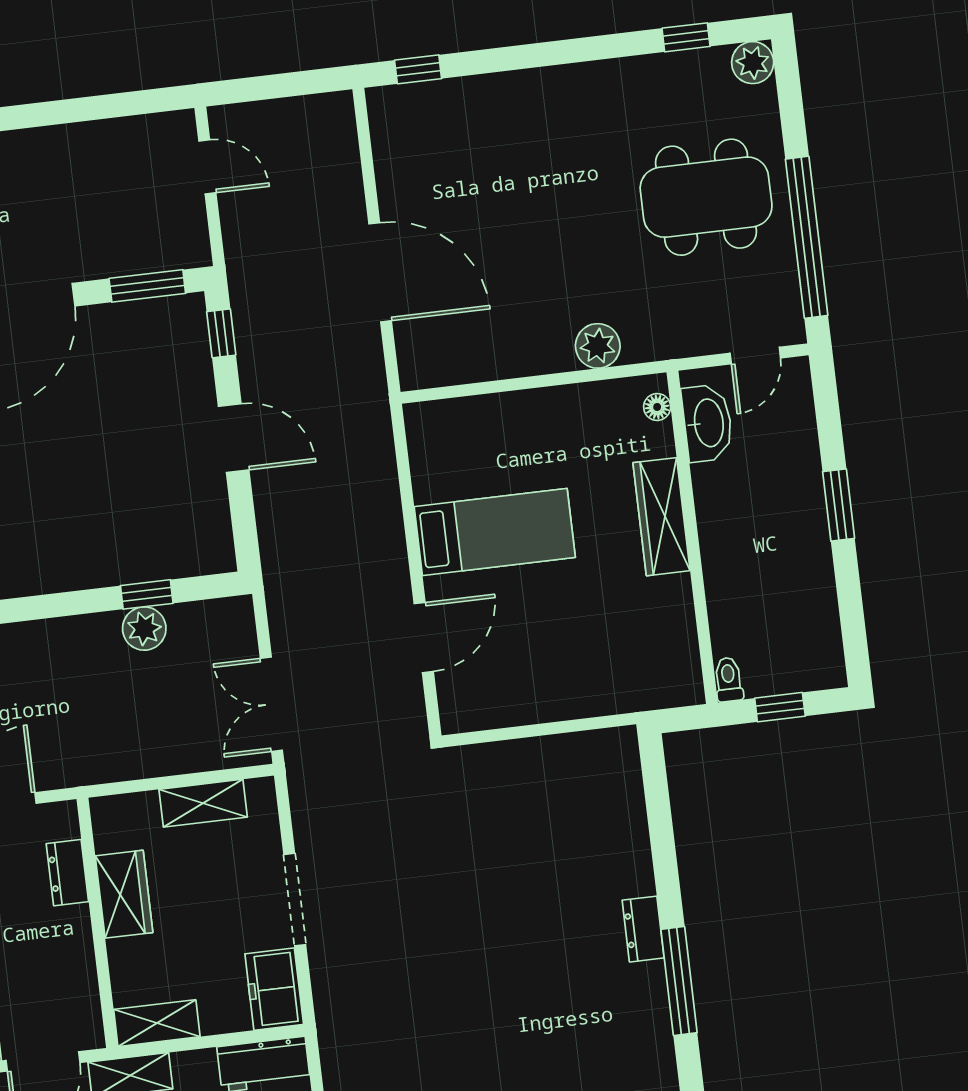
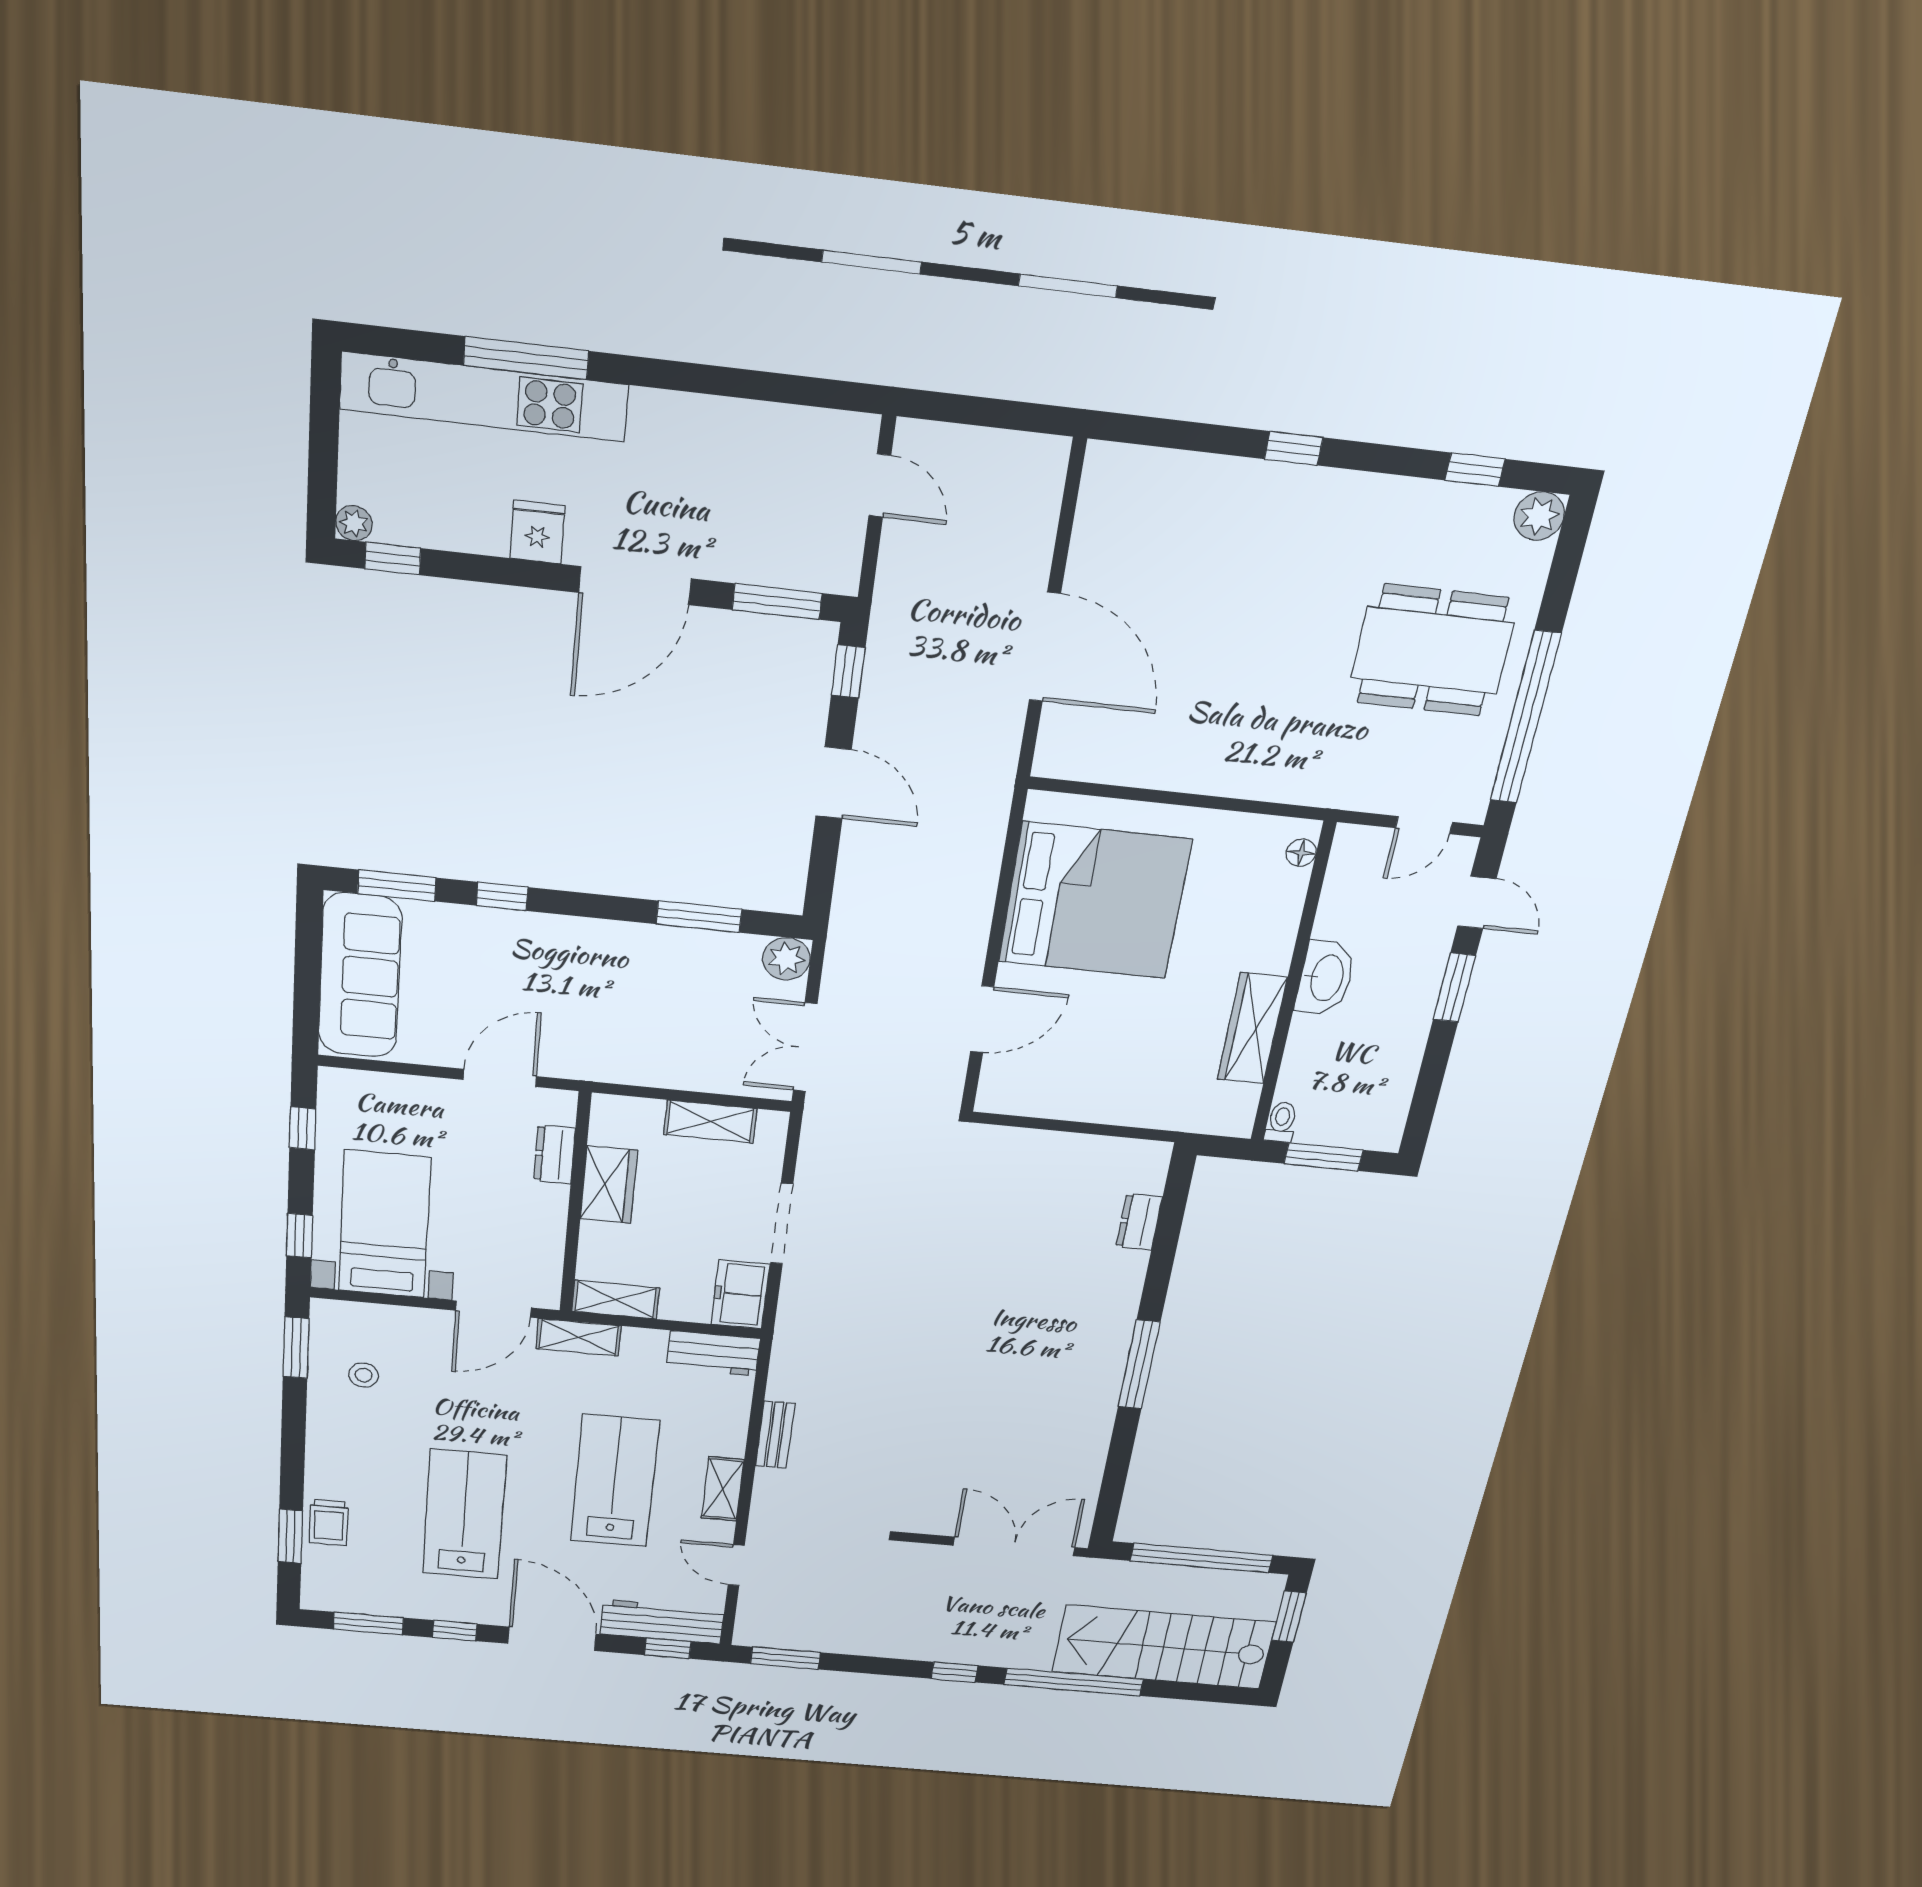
window: (418, 69) -> (1294, 448), moved
plant: (598, 346) -> (1259, 778), removed
door: (828, 417) -> (1477, 902), added
washbasin: (708, 423) -> (1326, 978), moved
wardrobe: (662, 517) -> (1252, 1028), moved
bed: (495, 532) -> (1095, 901), width x2.04
window: (147, 594) -> (699, 917), width x1.50
plant: (144, 629) -> (786, 959), moved
window: (780, 707) -> (1323, 1157), width x1.50
dresser: (643, 929) -> (1139, 1222), moved

